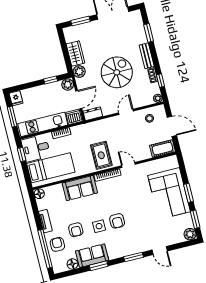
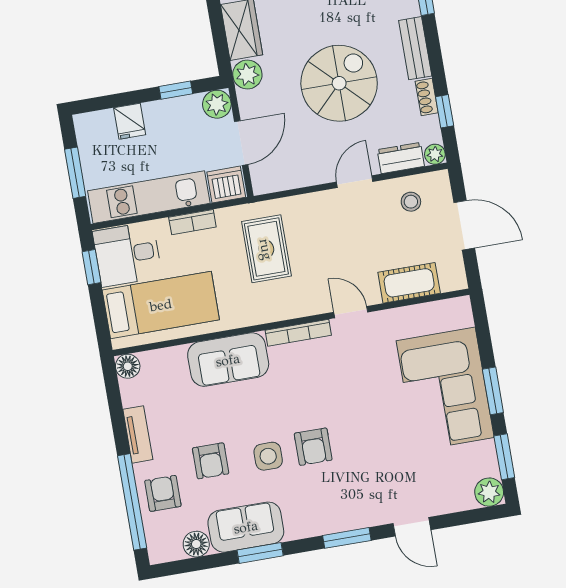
fridge: (16, 98) -> (130, 121), moved
dresser: (93, 114) -> (401, 158), moved
cot: (162, 149) -> (409, 283), moved
rug: (101, 155) -> (266, 249), moved

